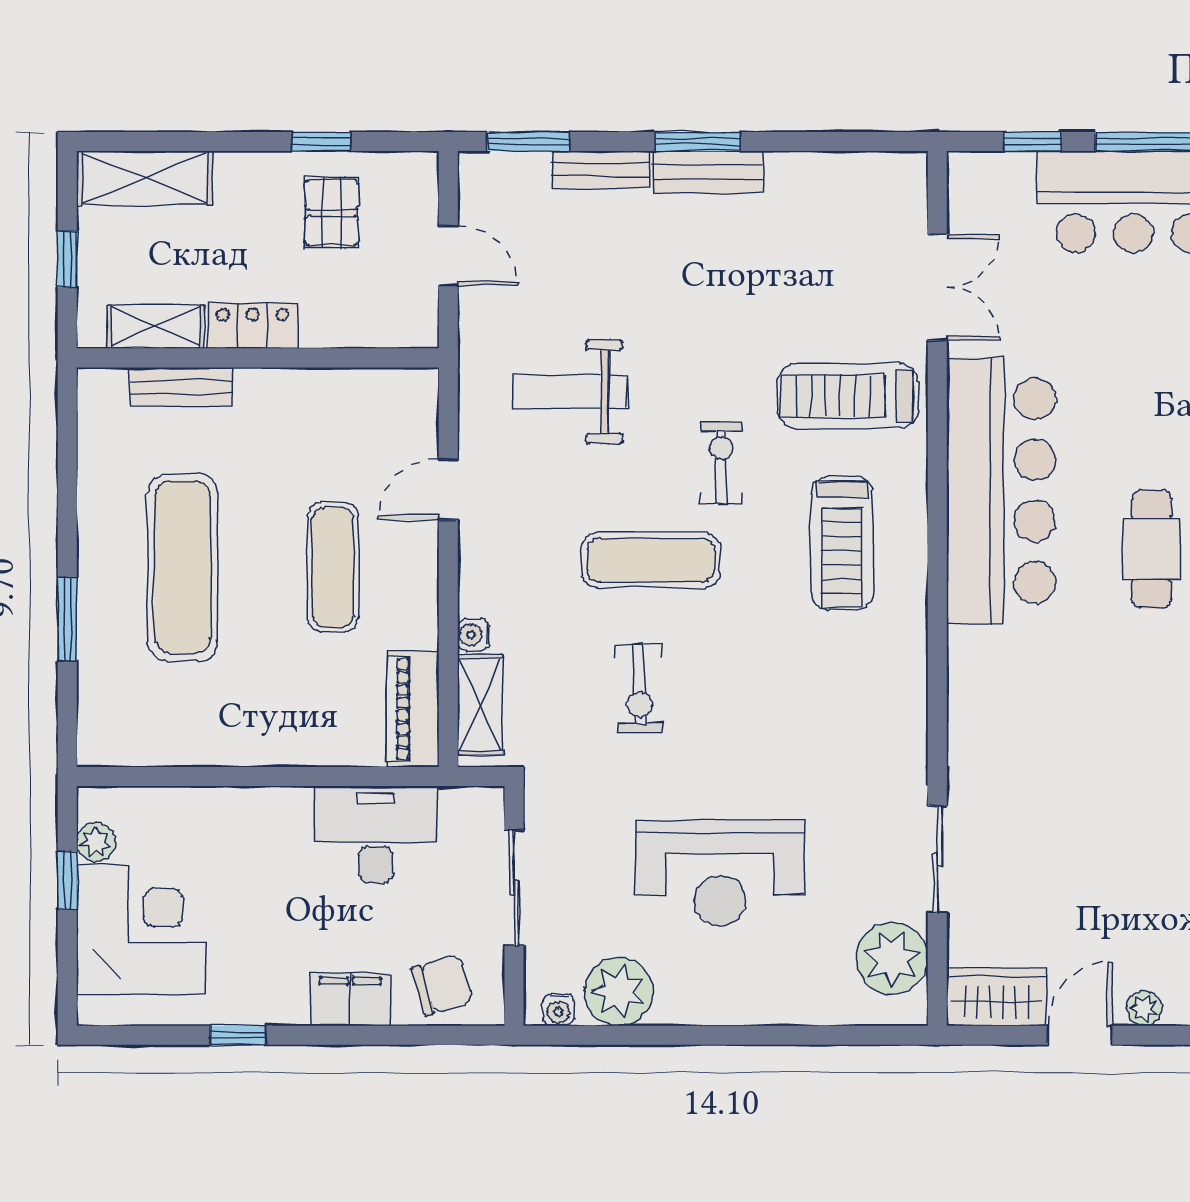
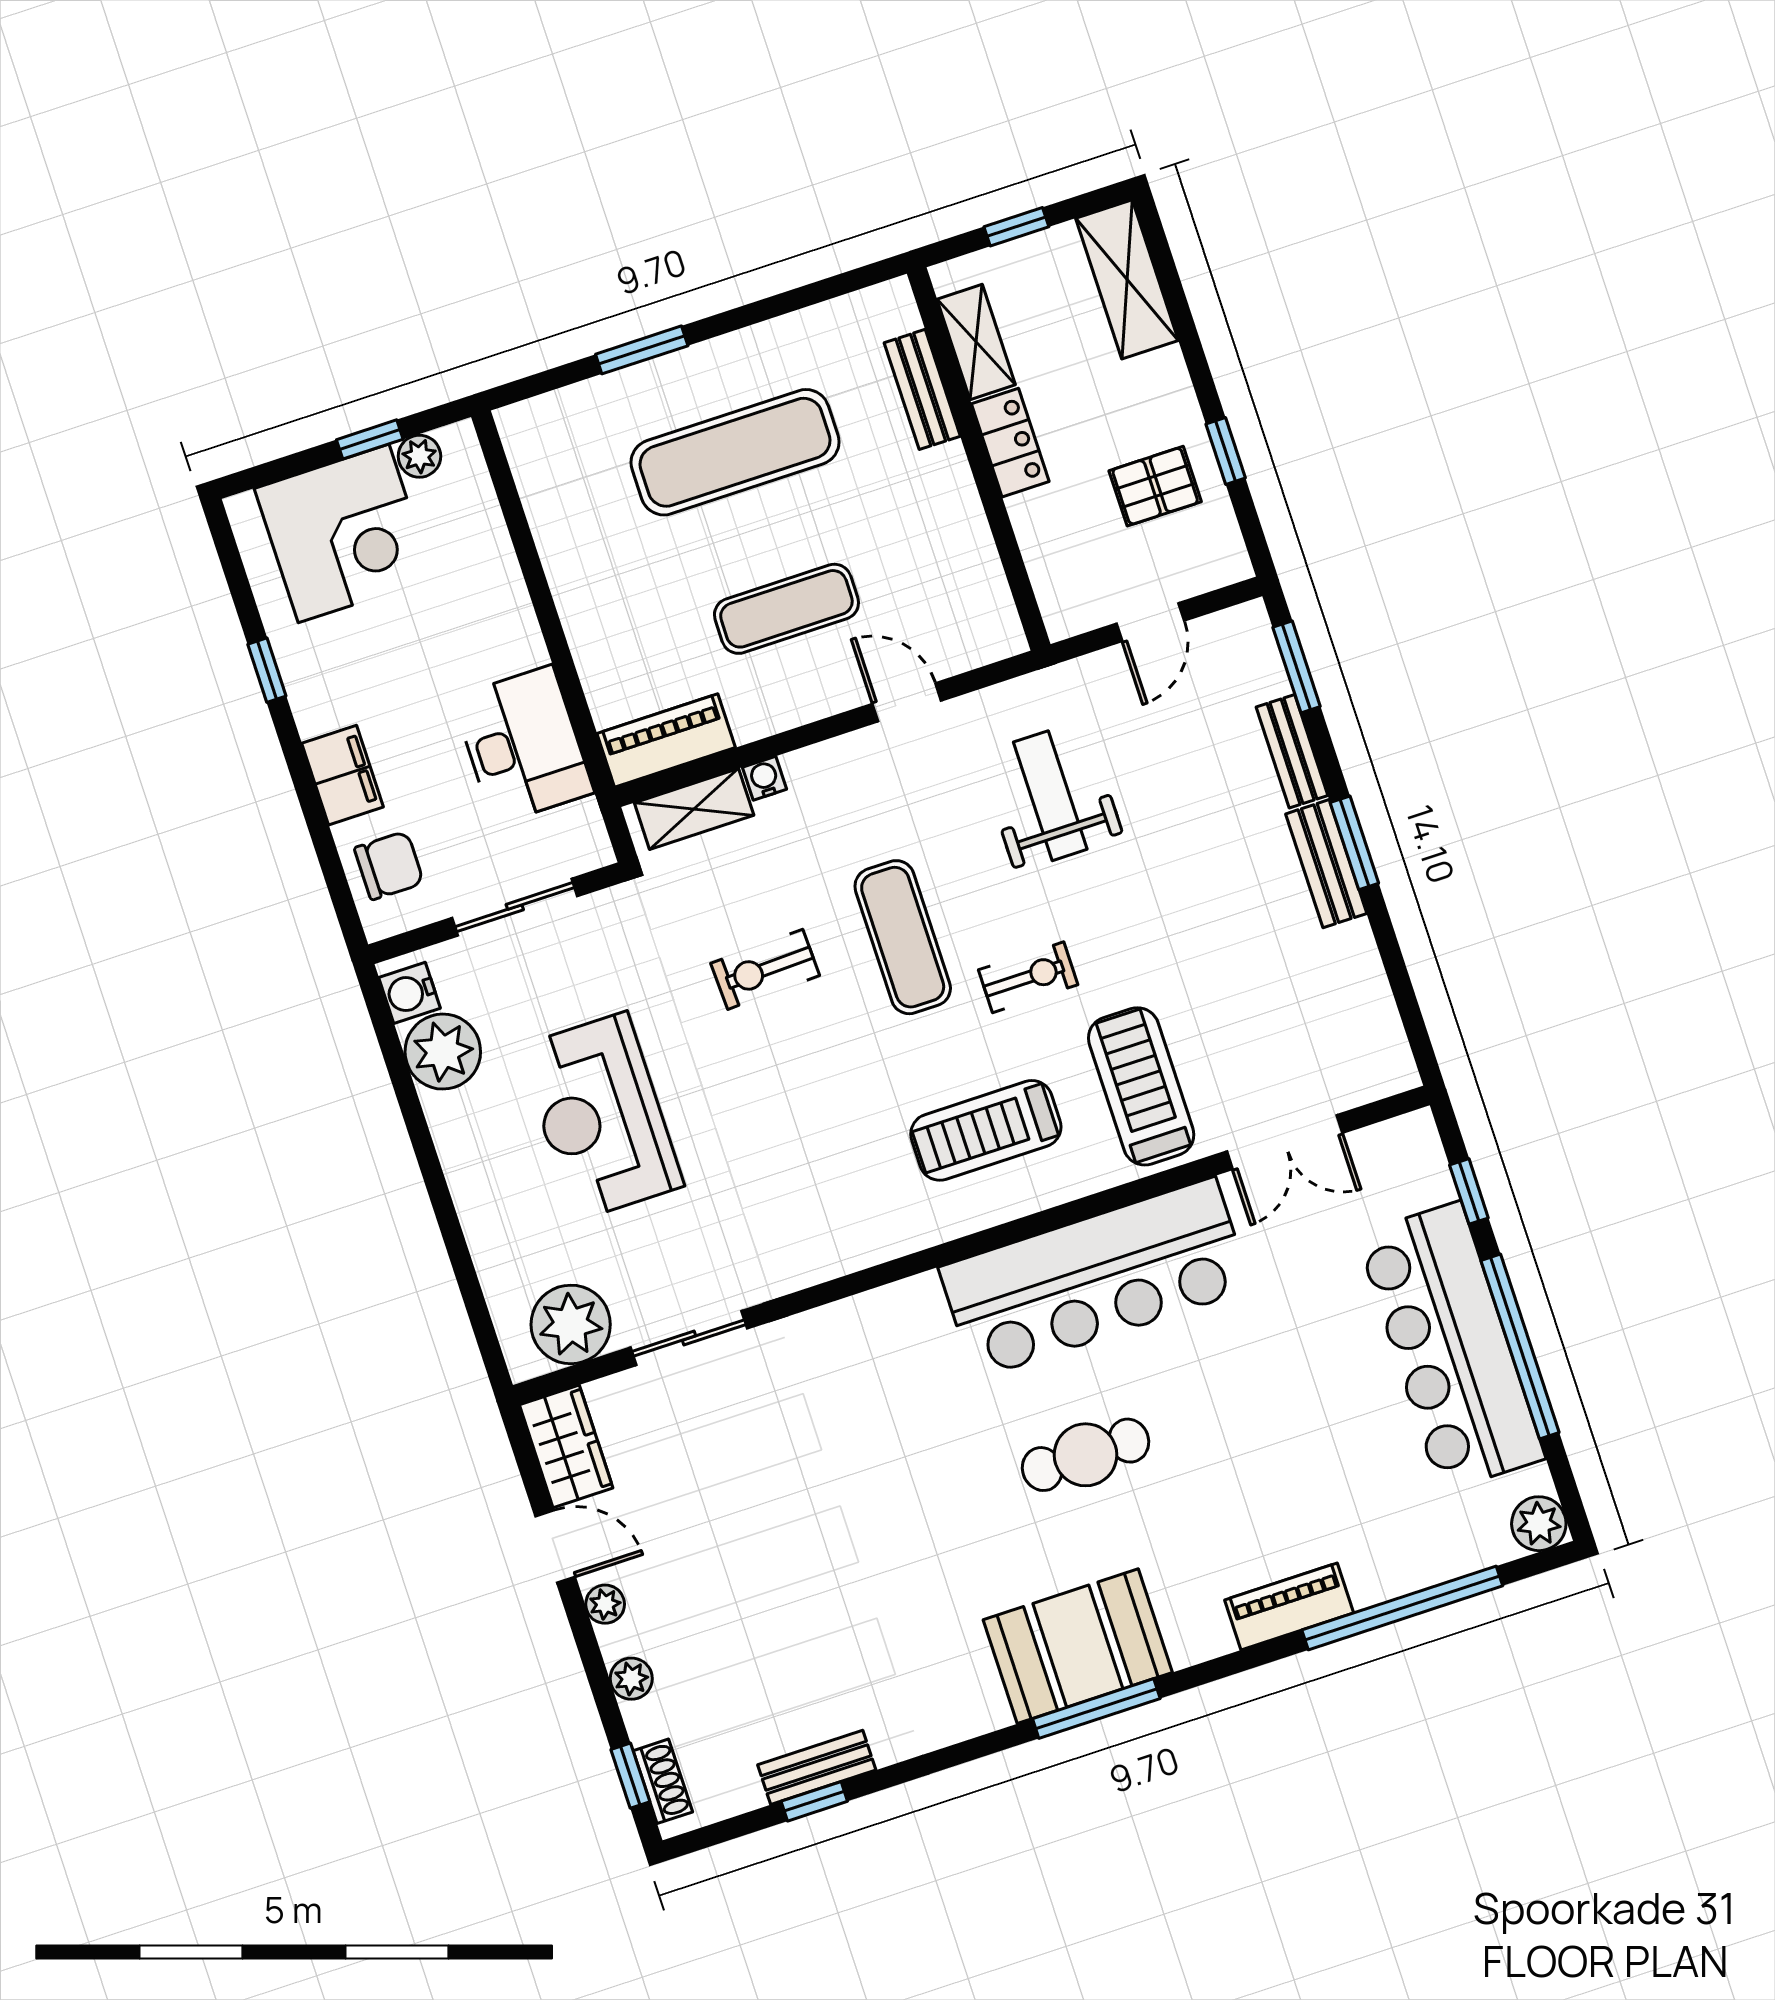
chair: (442, 985) -> (389, 865), turned -74
water cooler: (558, 1010) -> (410, 993), width x1.38, depth x1.38

